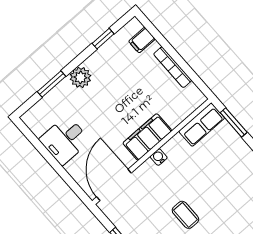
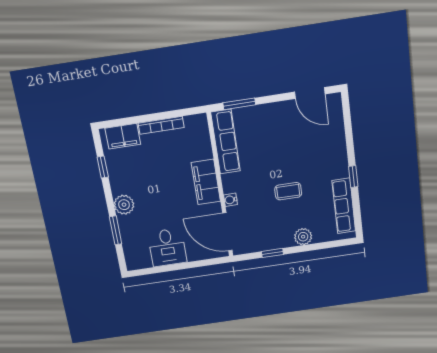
filing cabinet: (142, 40) -> (123, 136), width x2.00
row of seats: (202, 125) -> (226, 142), width x1.48
water cooler: (159, 157) -> (231, 200), moved

